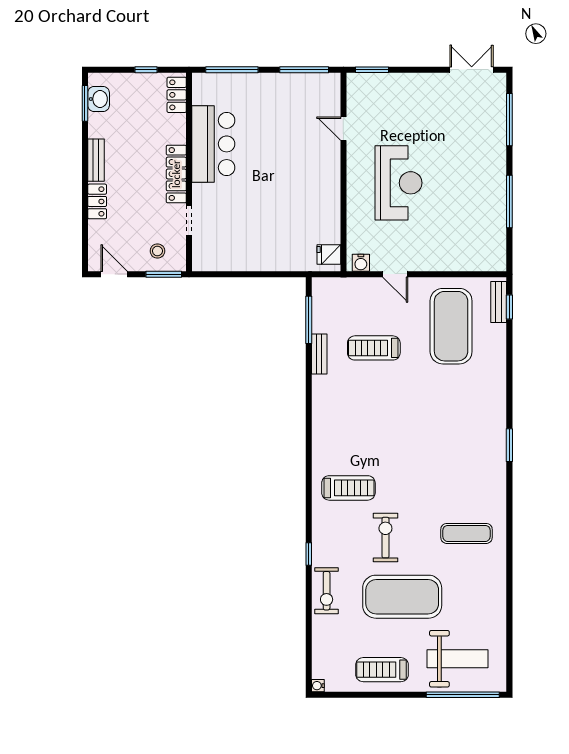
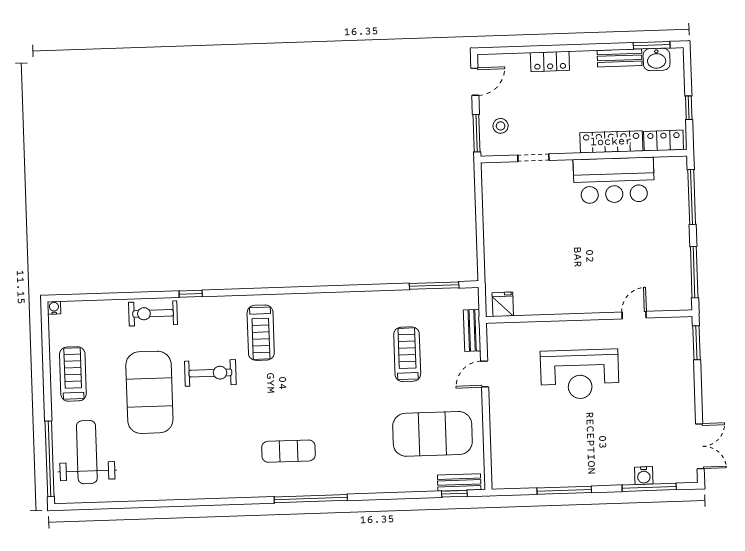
bench: (96, 160) -> (620, 58), moved
locker: (176, 174) -> (611, 142), moved
water cooler: (361, 263) -> (644, 476), moved, turned -90
bench: (319, 354) -> (472, 330), moved, turned 90
window: (509, 445) -> (311, 499), width x2.11
exercise mat: (467, 533) -> (288, 451), moved, turned 90
weight bench: (458, 659) -> (87, 452), turned 180

